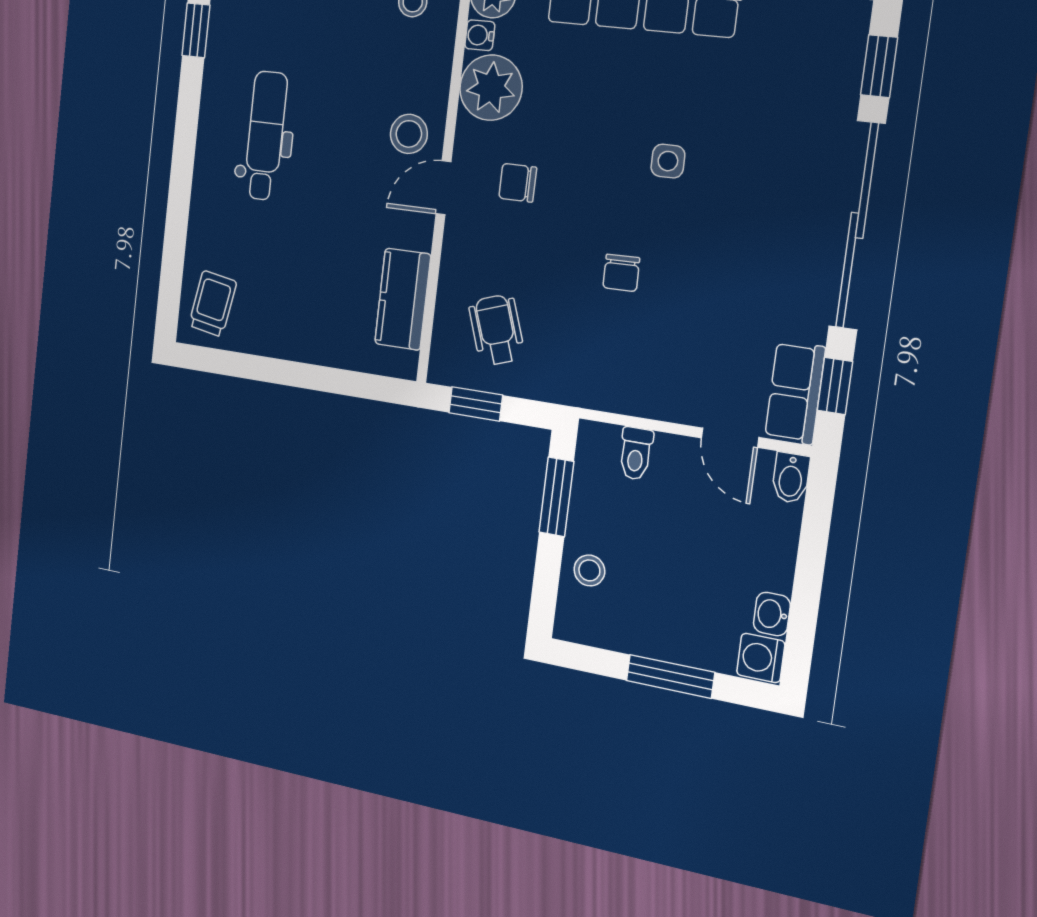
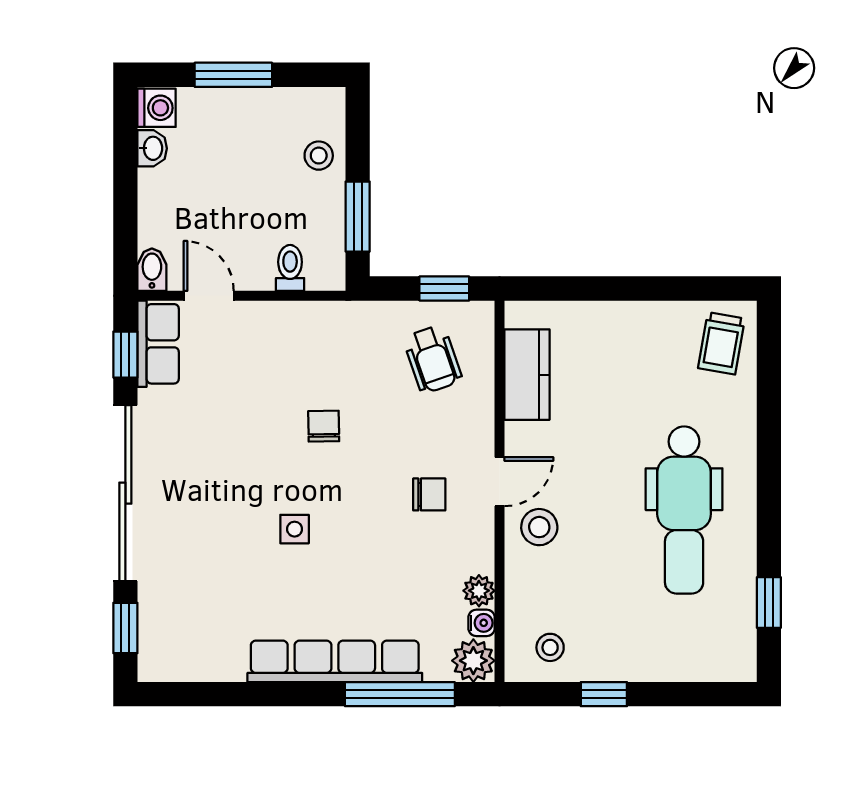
plant: (491, 88) -> (479, 591), width x0.53, depth x0.53
dental chair: (265, 136) -> (684, 510), width x1.36, depth x1.38

